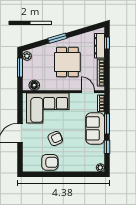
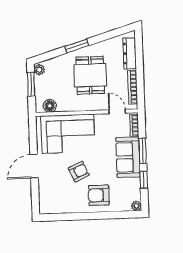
window: (107, 43) -> (139, 50), removed
armchair: (50, 162) -> (99, 195), moved, turned 180

